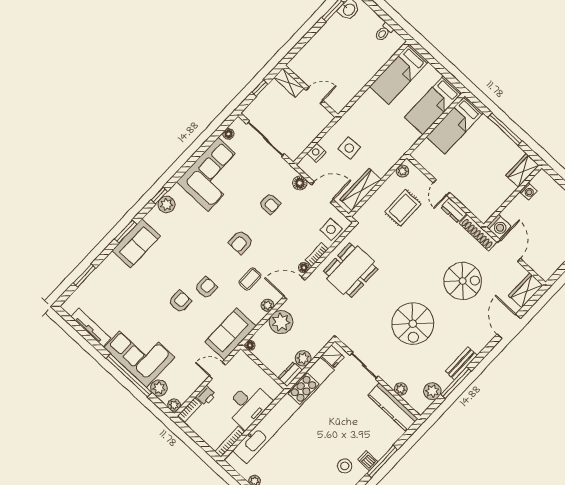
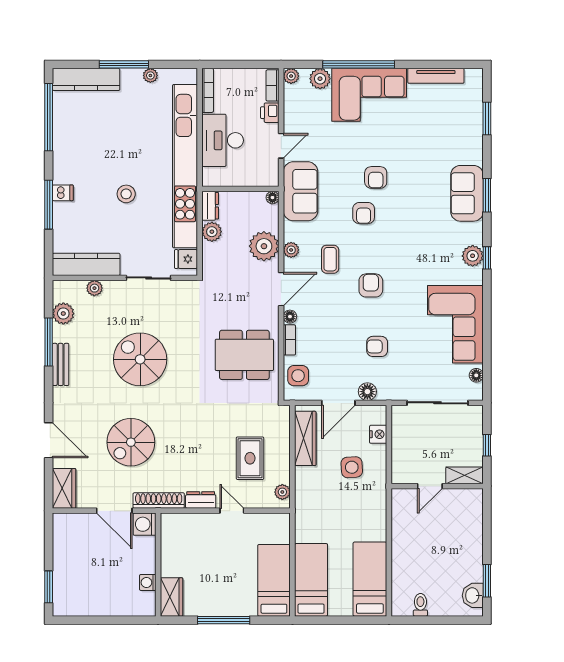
dining table: (351, 270) -> (244, 355), turned 90
stool: (345, 466) -> (126, 194), moved

